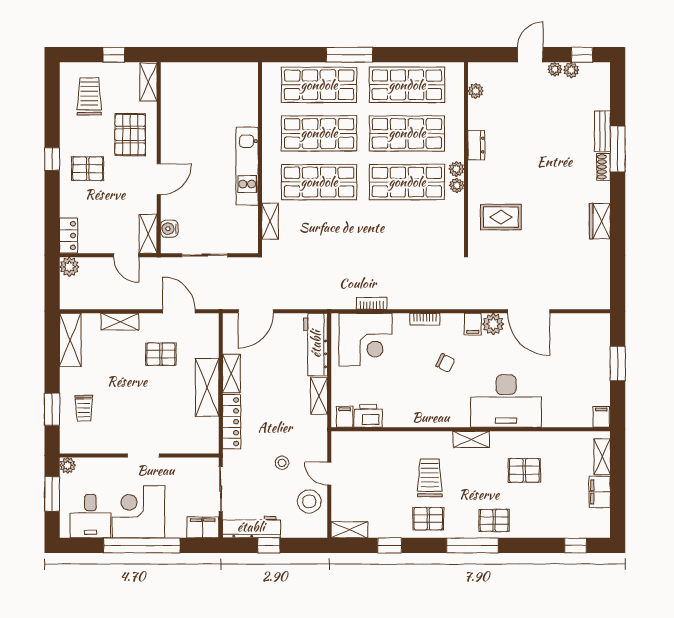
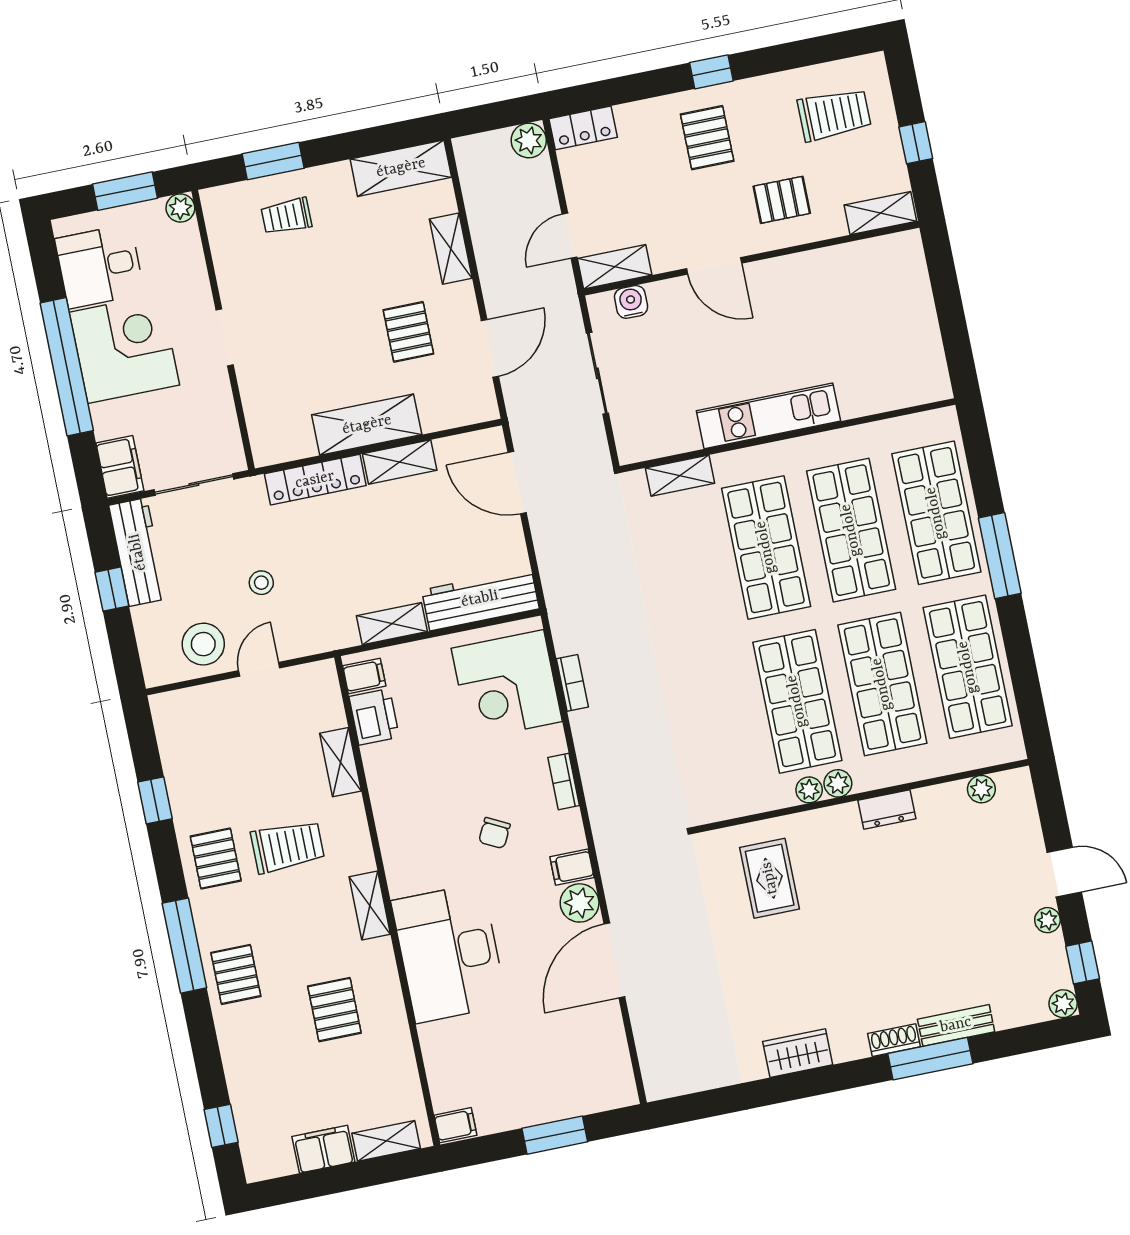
plant: (571, 70) -> (1063, 1004), moved
pallet: (130, 135) -> (782, 200), width x0.67, depth x0.71
shelving: (349, 530) -> (341, 762), moved

